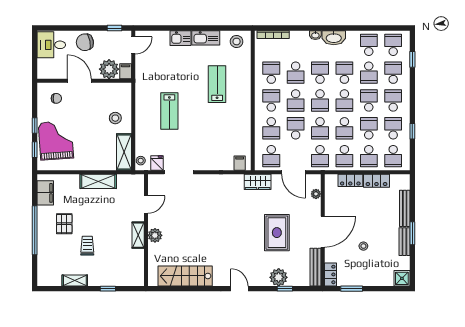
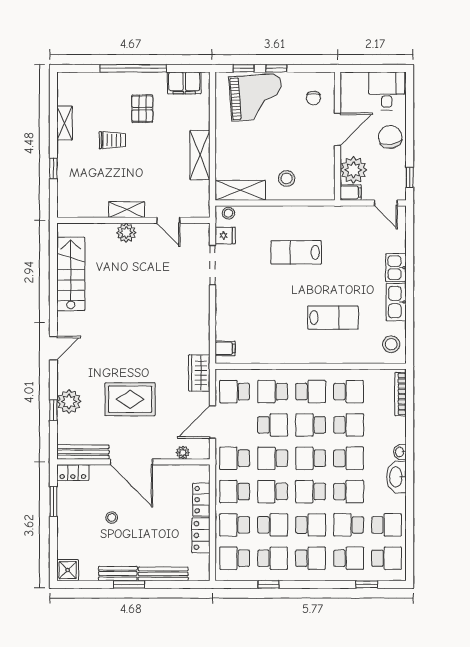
school desk: (296, 73) -> (349, 425), turned 180
pallet: (64, 224) -> (142, 109), turned 90

